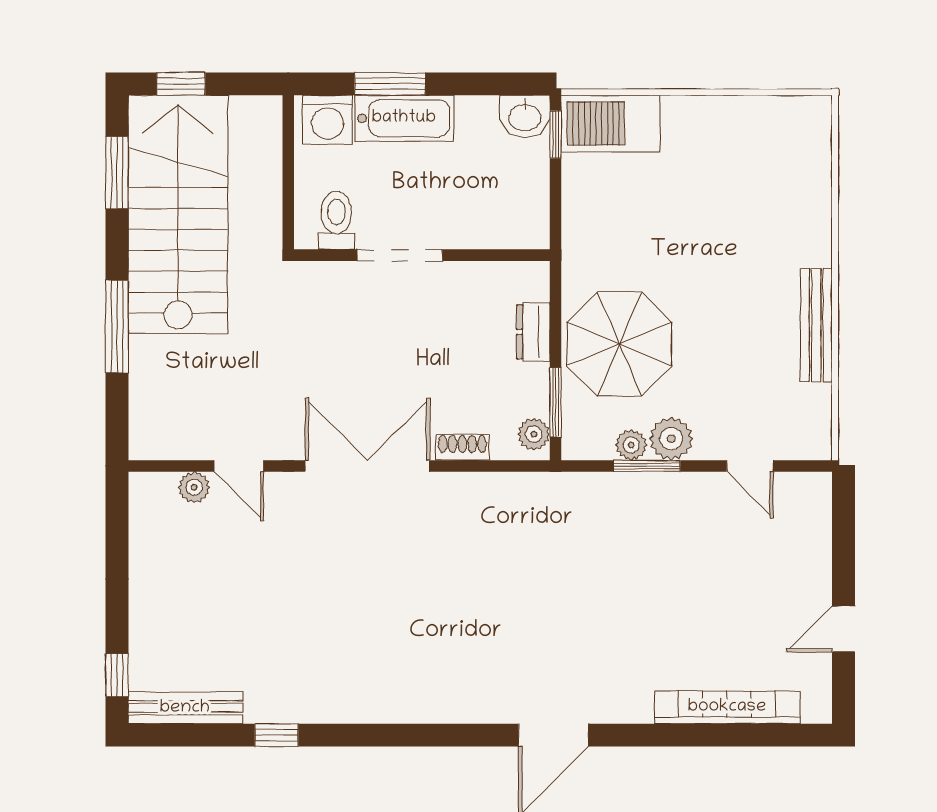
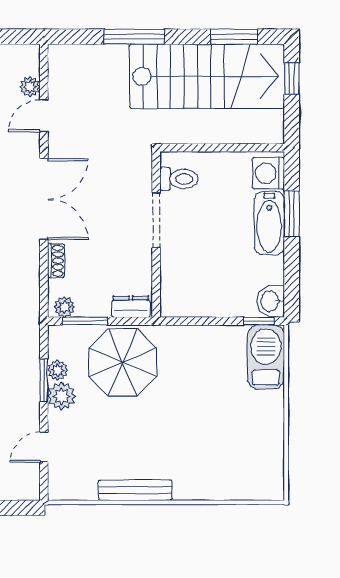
toilet: (336, 220) -> (179, 179), moved
doorway: (400, 255) -> (156, 220), moved
wall: (422, 255) -> (156, 234), moved

